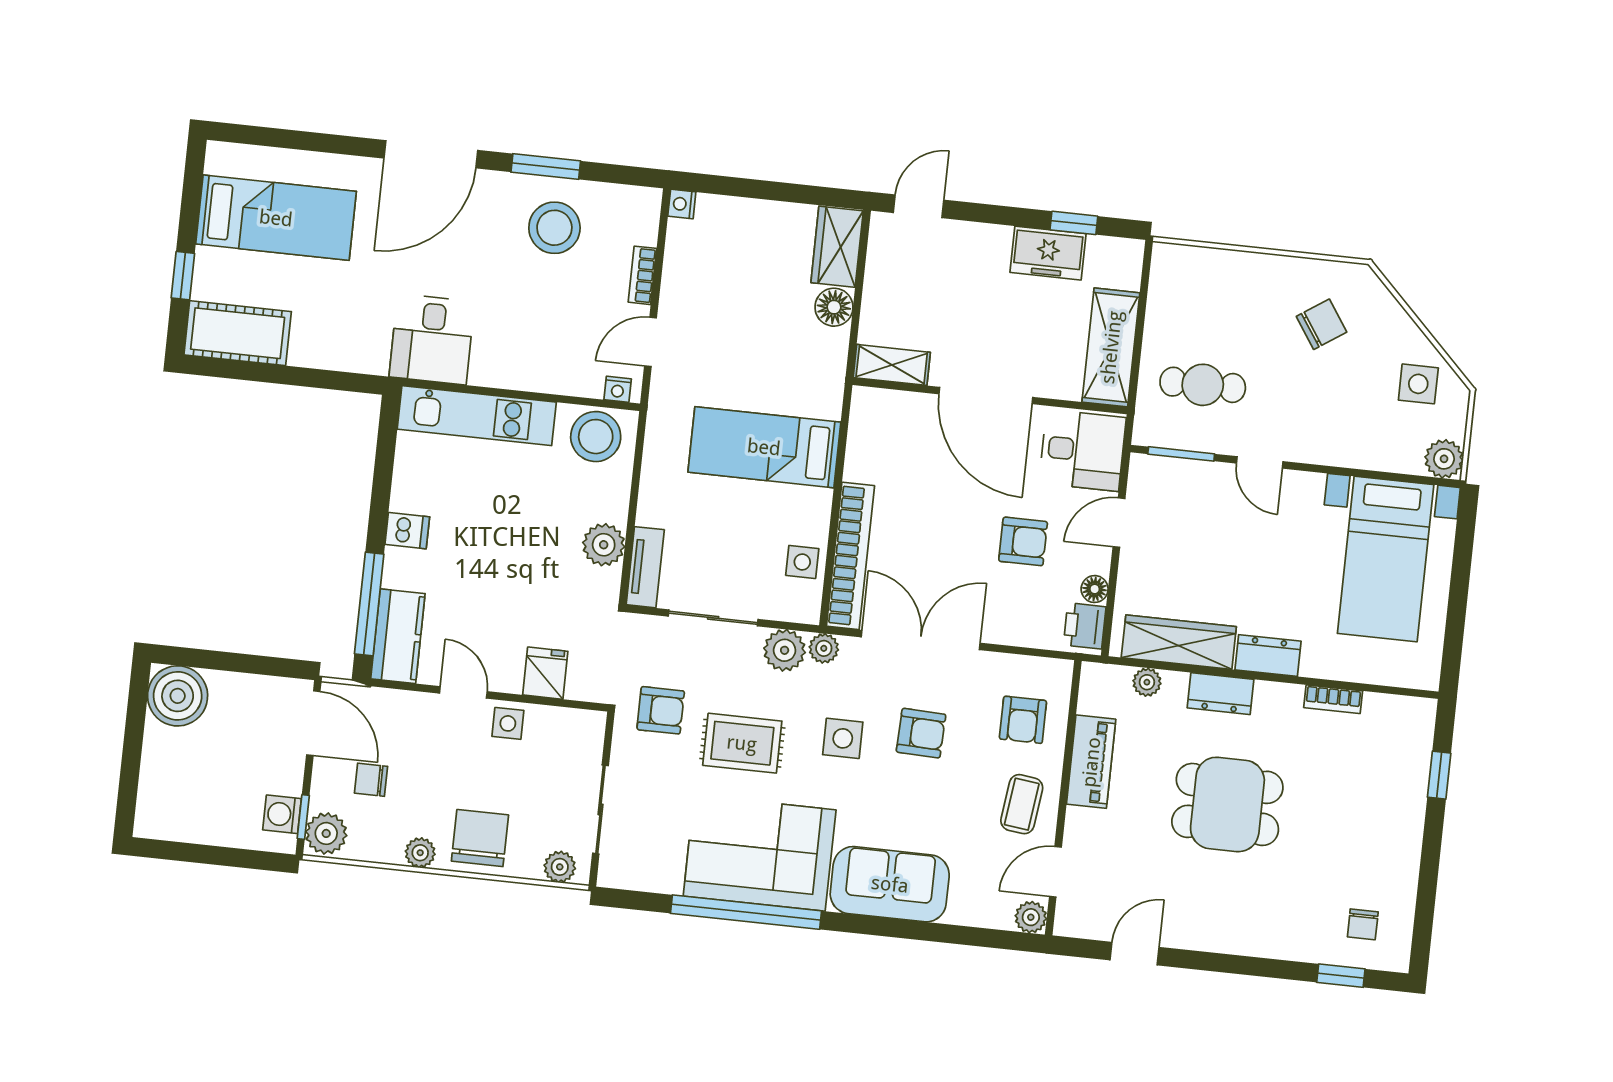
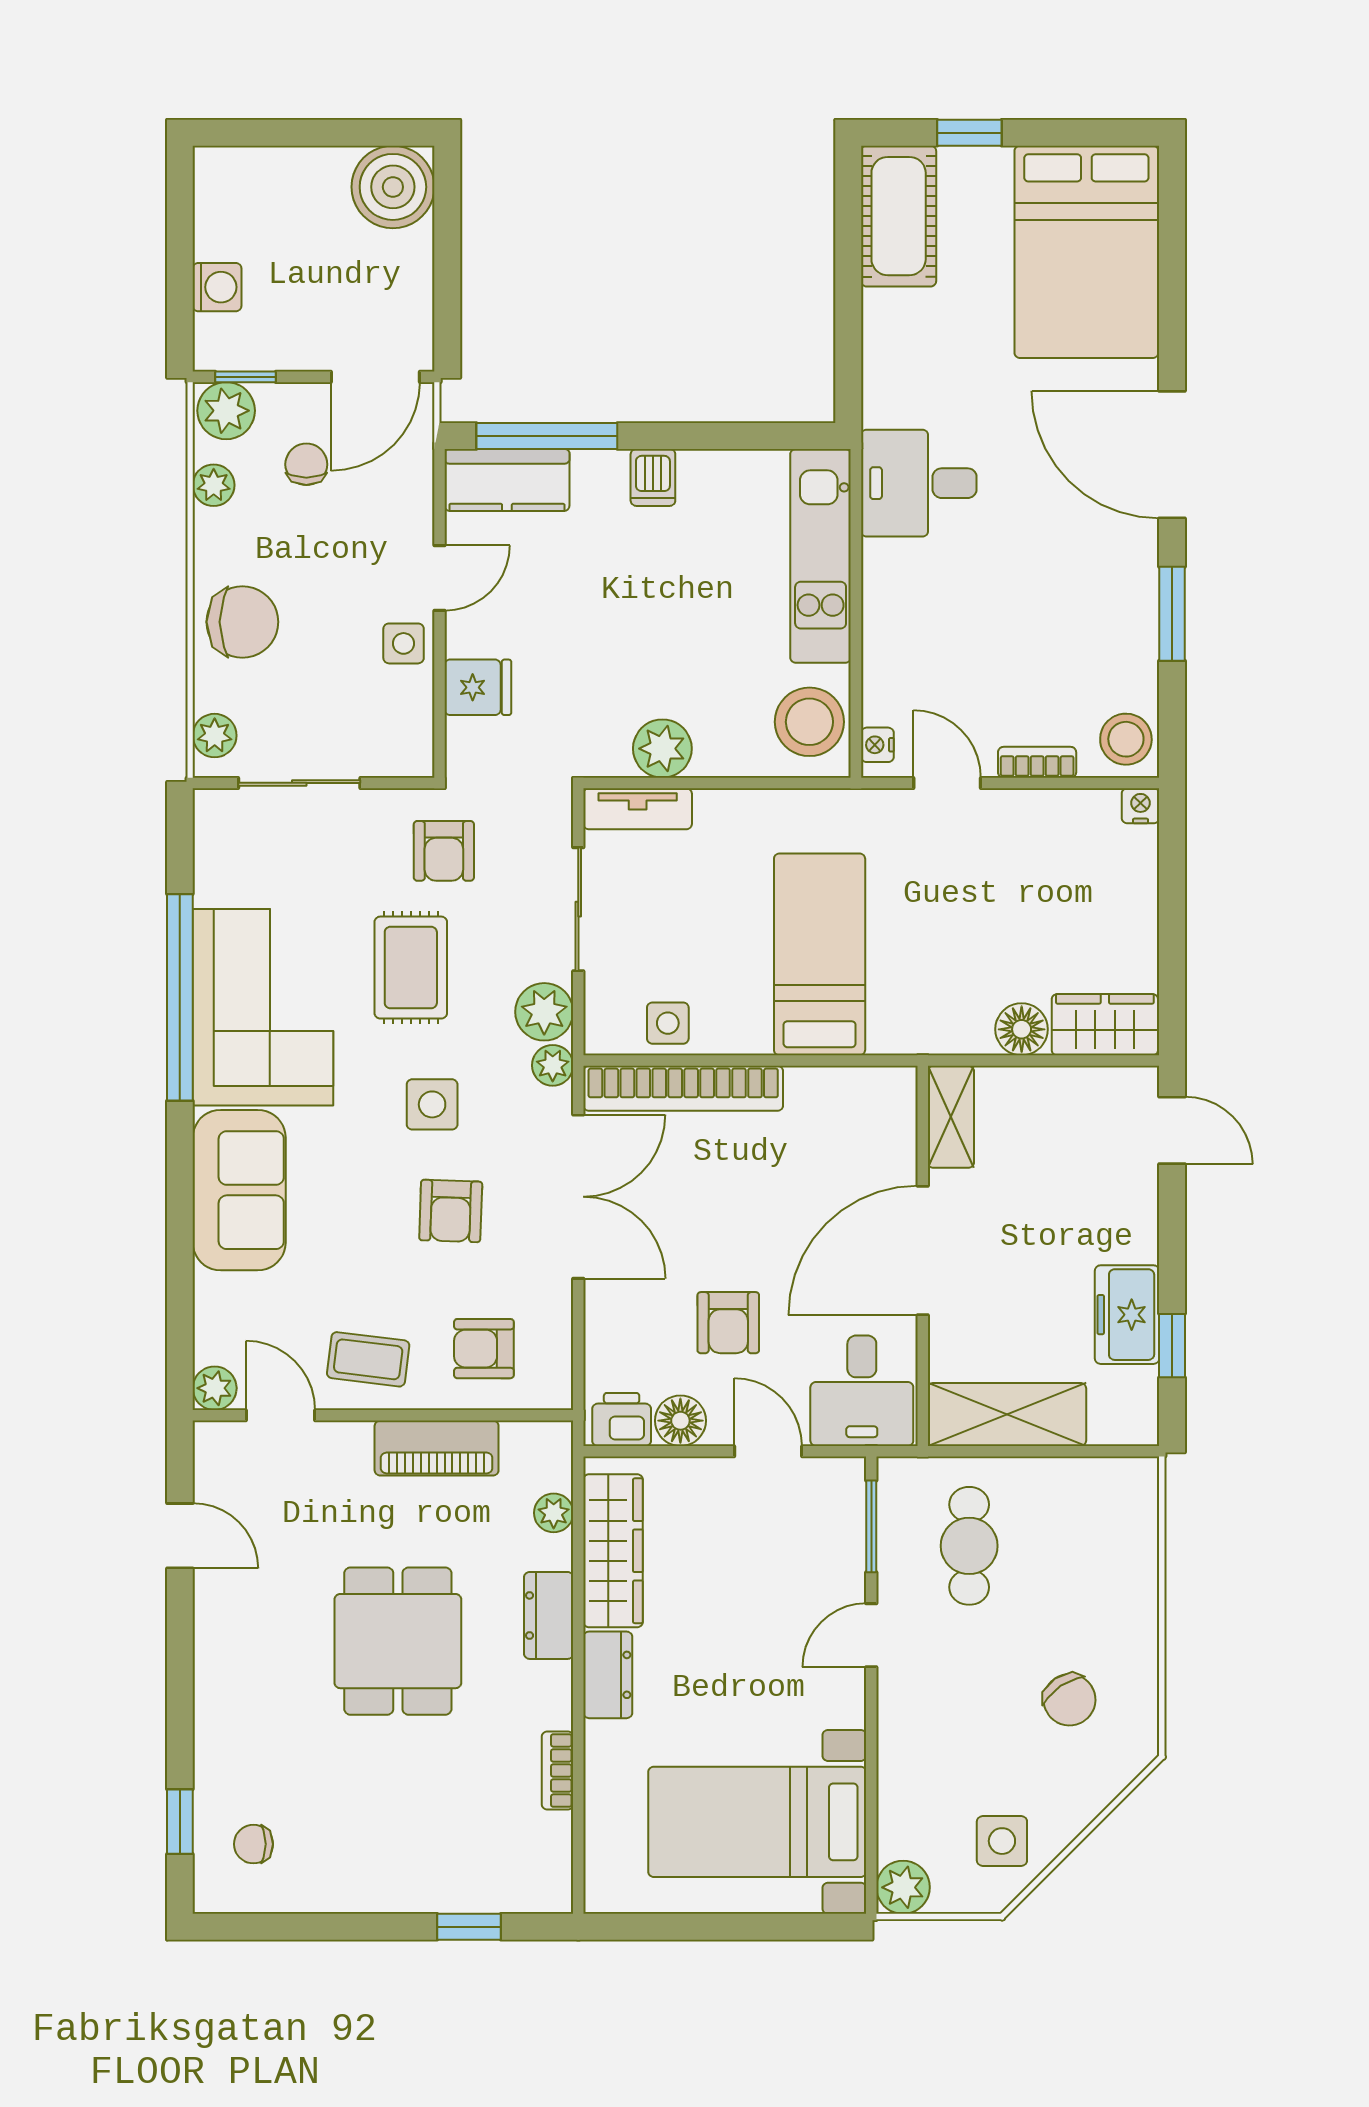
bed: (276, 218) -> (1086, 252), width x1.50
stool: (554, 228) -> (1126, 739), moved, width x0.73, depth x0.73
floor lamp: (1095, 589) -> (680, 1421), width x1.37, depth x1.37
washing machine: (282, 814) -> (217, 287), moved, turned 90
plant: (420, 853) -> (214, 485), moved

